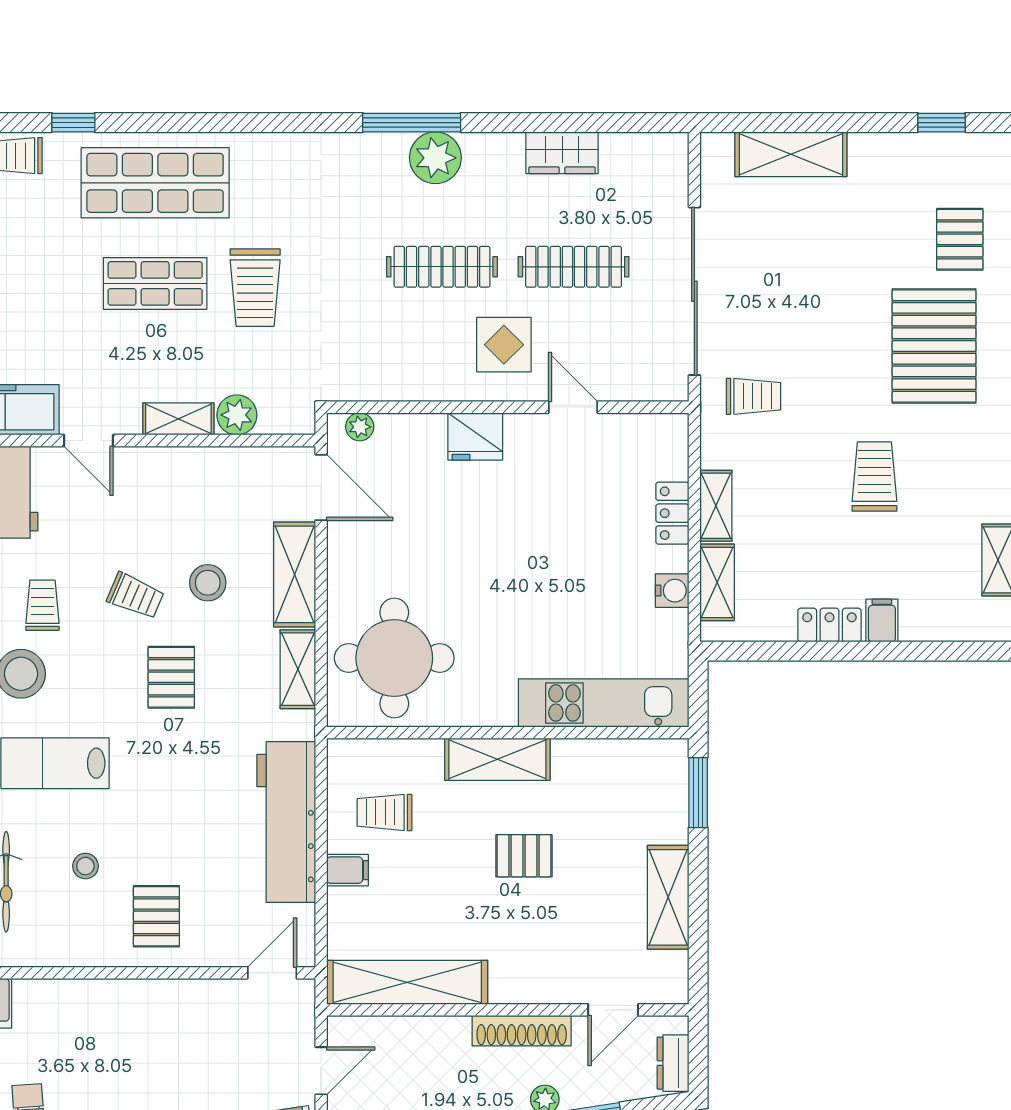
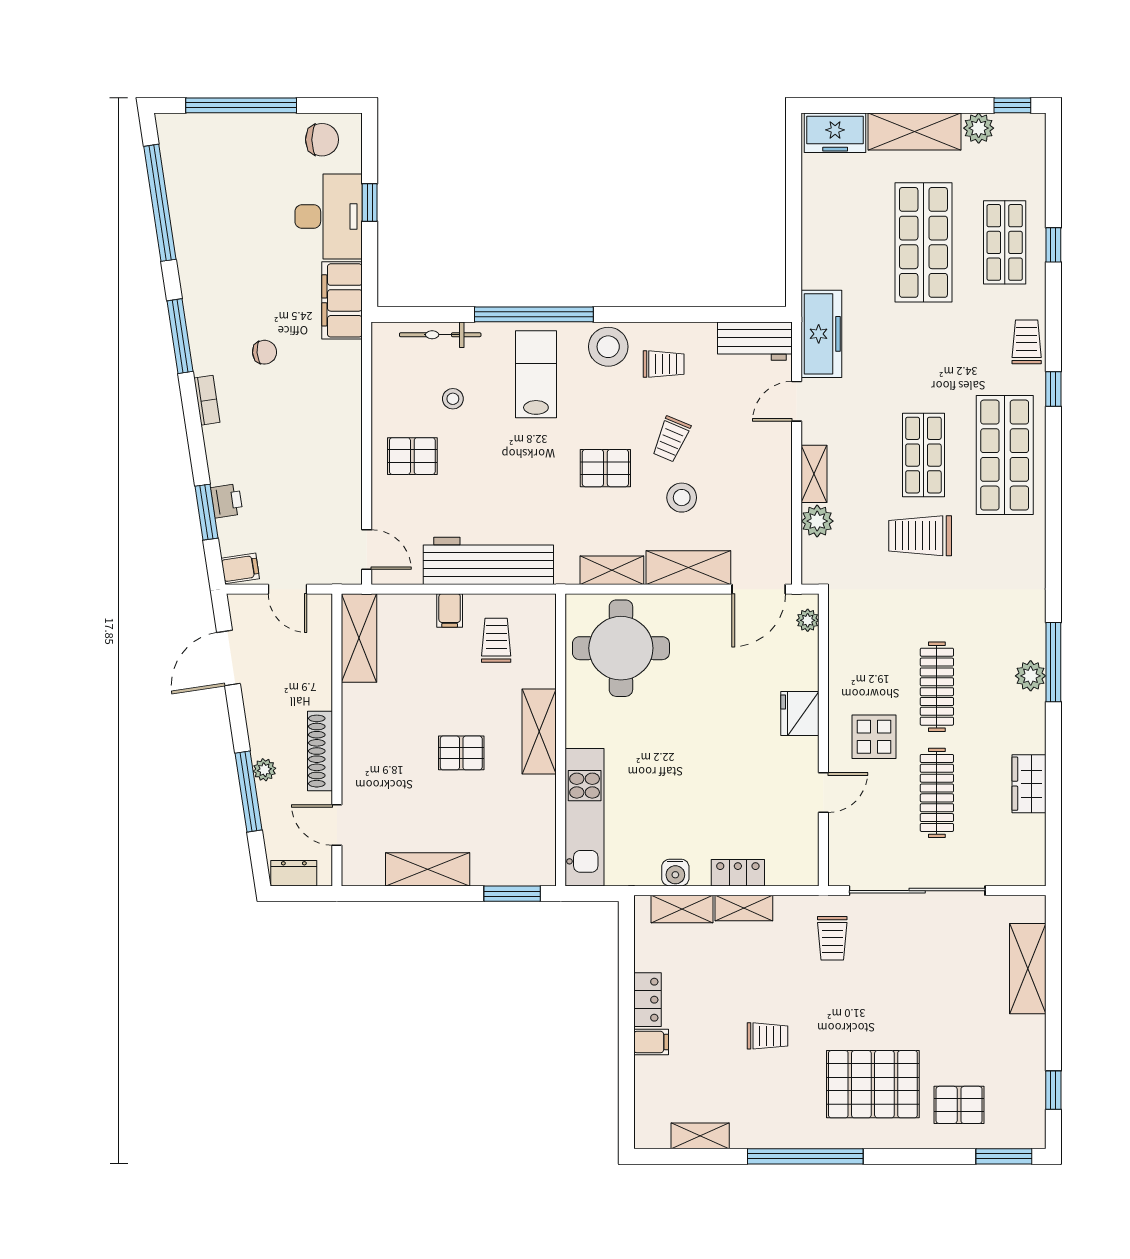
plant: (435, 158) -> (1031, 676), width x0.73, depth x0.73
trolley: (874, 477) -> (767, 1036), width x0.73, depth x0.72
pallet: (524, 856) -> (461, 753), turned 90
shelving: (407, 982) -> (359, 638), width x0.68

